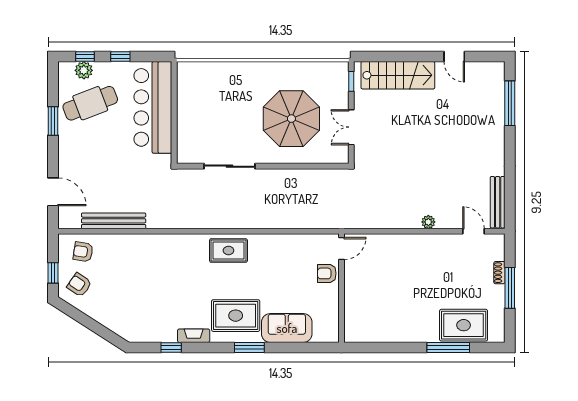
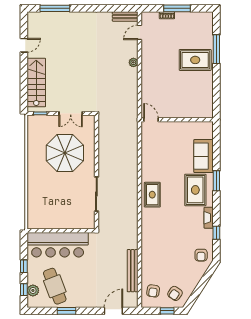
bench: (498, 202) -> (125, 16), width x0.73
armchair: (327, 273) -> (201, 255), moved
rug: (464, 325) -> (195, 60), moved, turned 90

